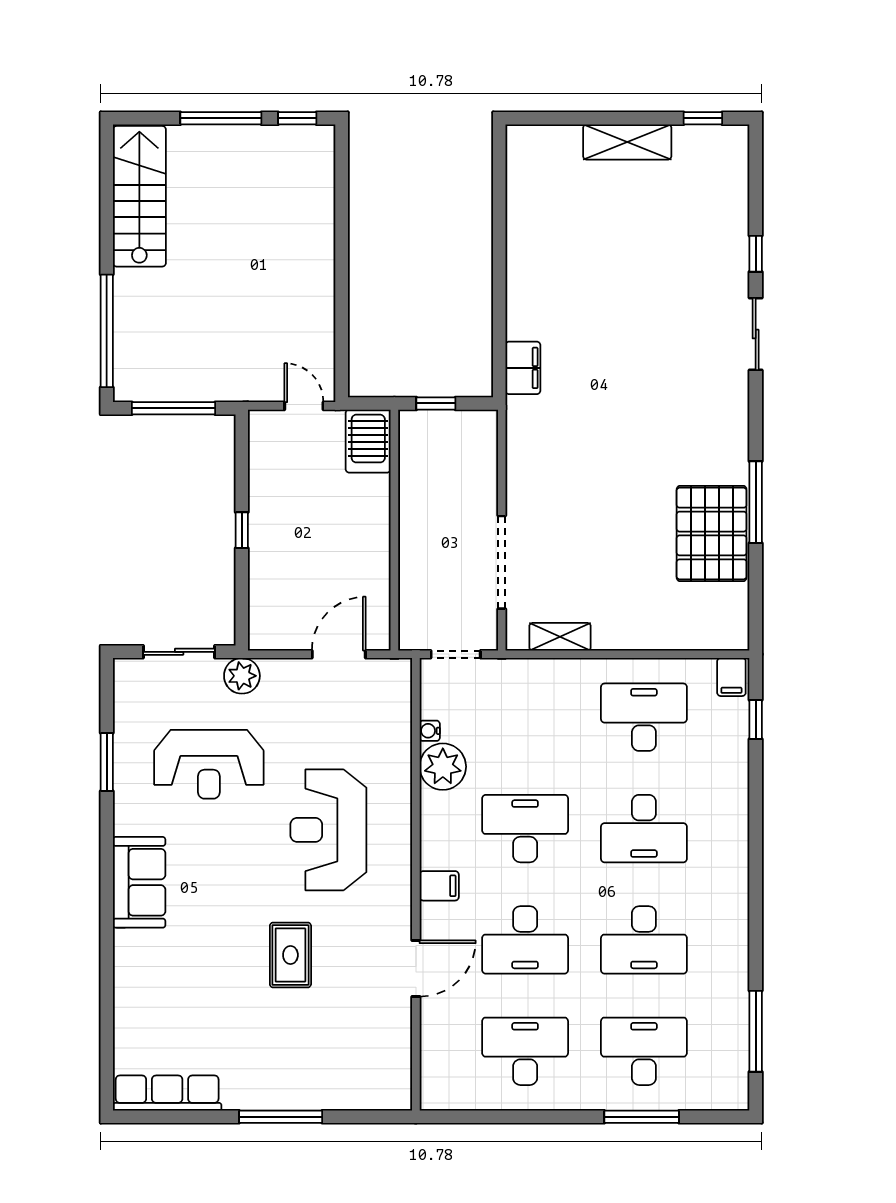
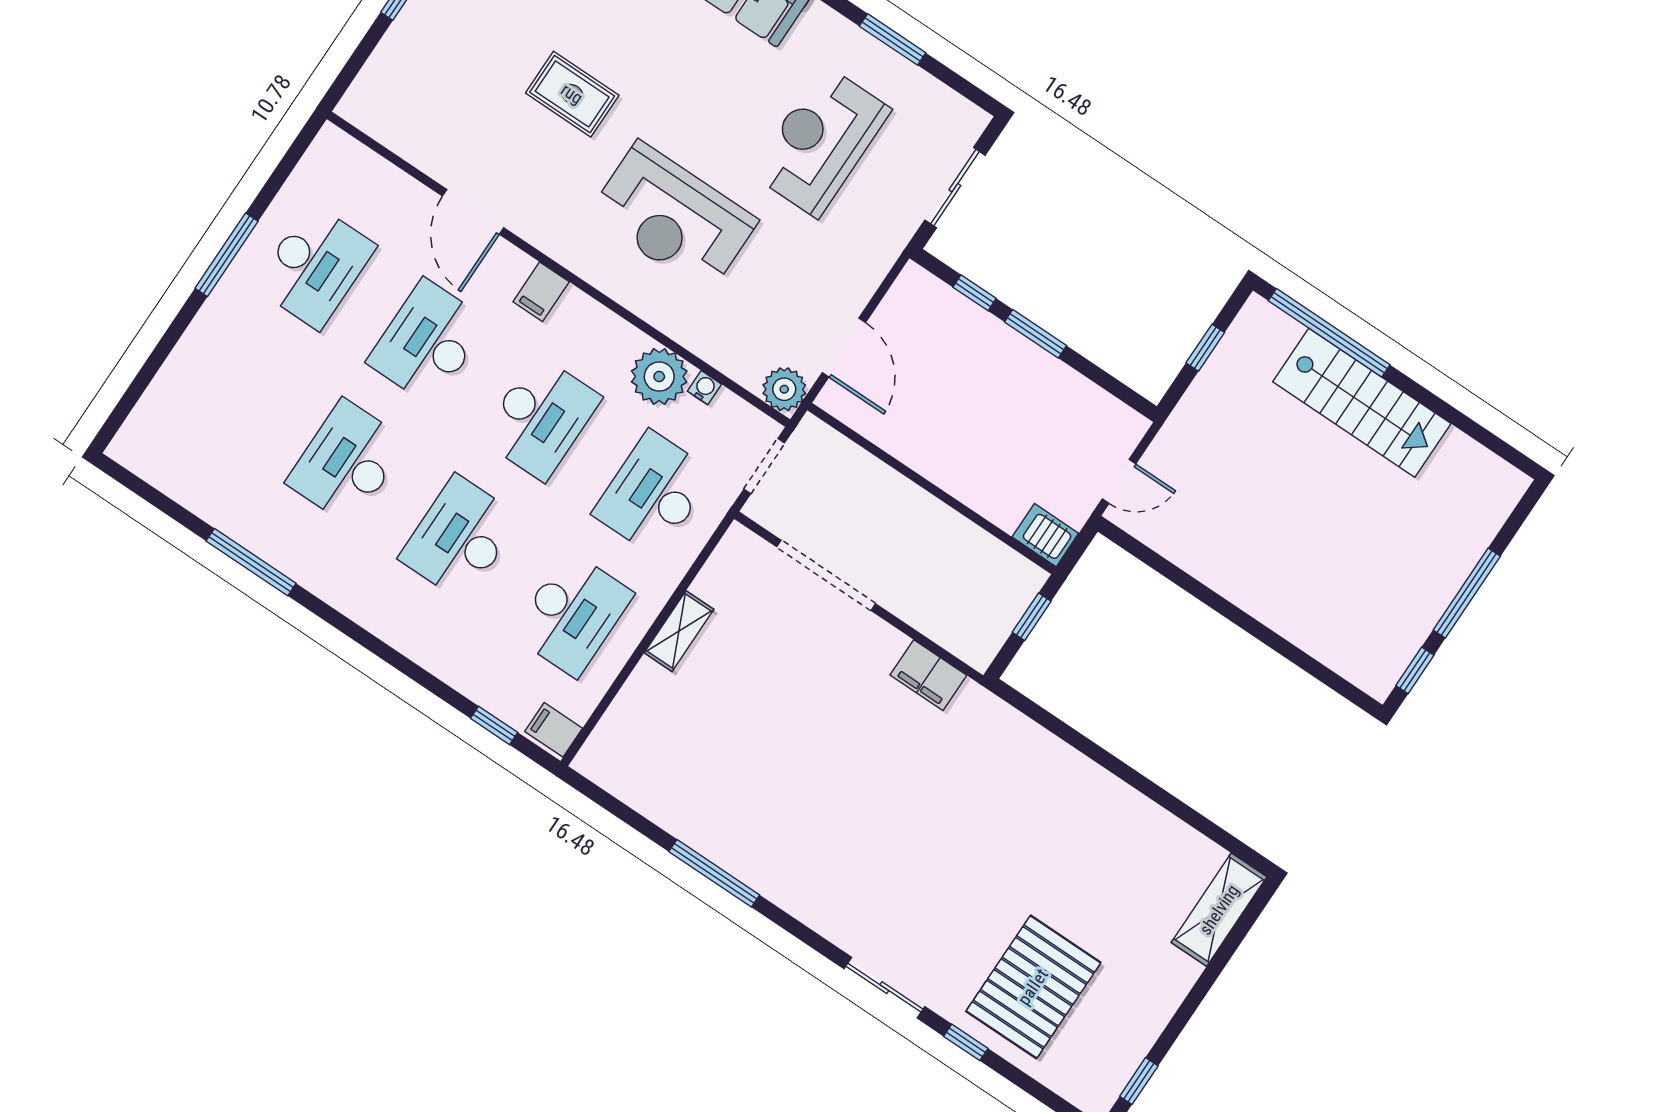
shelving: (627, 142) -> (1219, 910), moved
stairs: (139, 196) -> (1362, 403), moved
filing cabinet: (523, 368) -> (928, 675), moved
window: (173, 408) -> (1205, 348), width x0.46
server rack: (368, 441) -> (1045, 535), width x0.73, depth x0.70
window: (242, 530) -> (1036, 334), width x1.50
pallet: (712, 533) -> (1033, 987), moved, turned 90
window: (242, 590) -> (974, 293), added
shelving: (560, 637) -> (679, 631), moved
plant: (242, 676) -> (784, 389), moved
reception desk: (328, 830) -> (673, 218), turned 180
window: (756, 1031) -> (251, 562), moved
desk: (644, 1051) -> (653, 493), moved, turned 180
window: (642, 1117) -> (227, 255), moved

